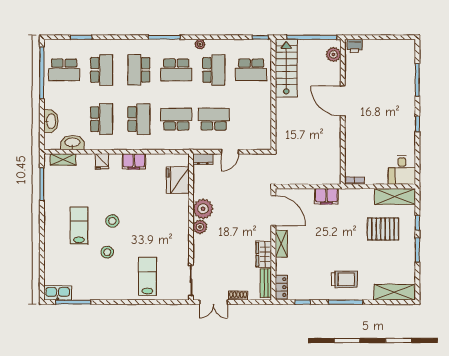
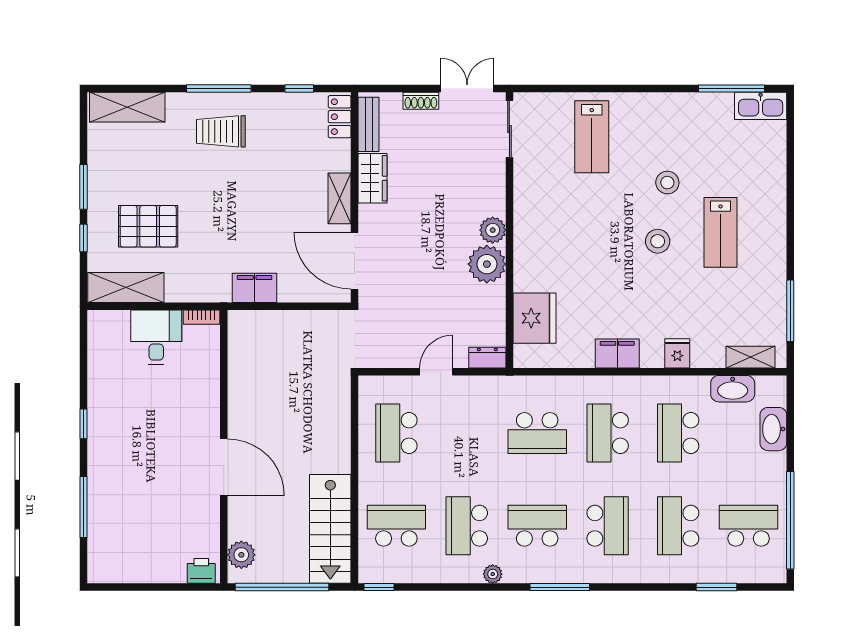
school desk: (214, 119) -> (396, 433), moved, turned 90
desk: (402, 170) -> (156, 337), moved

